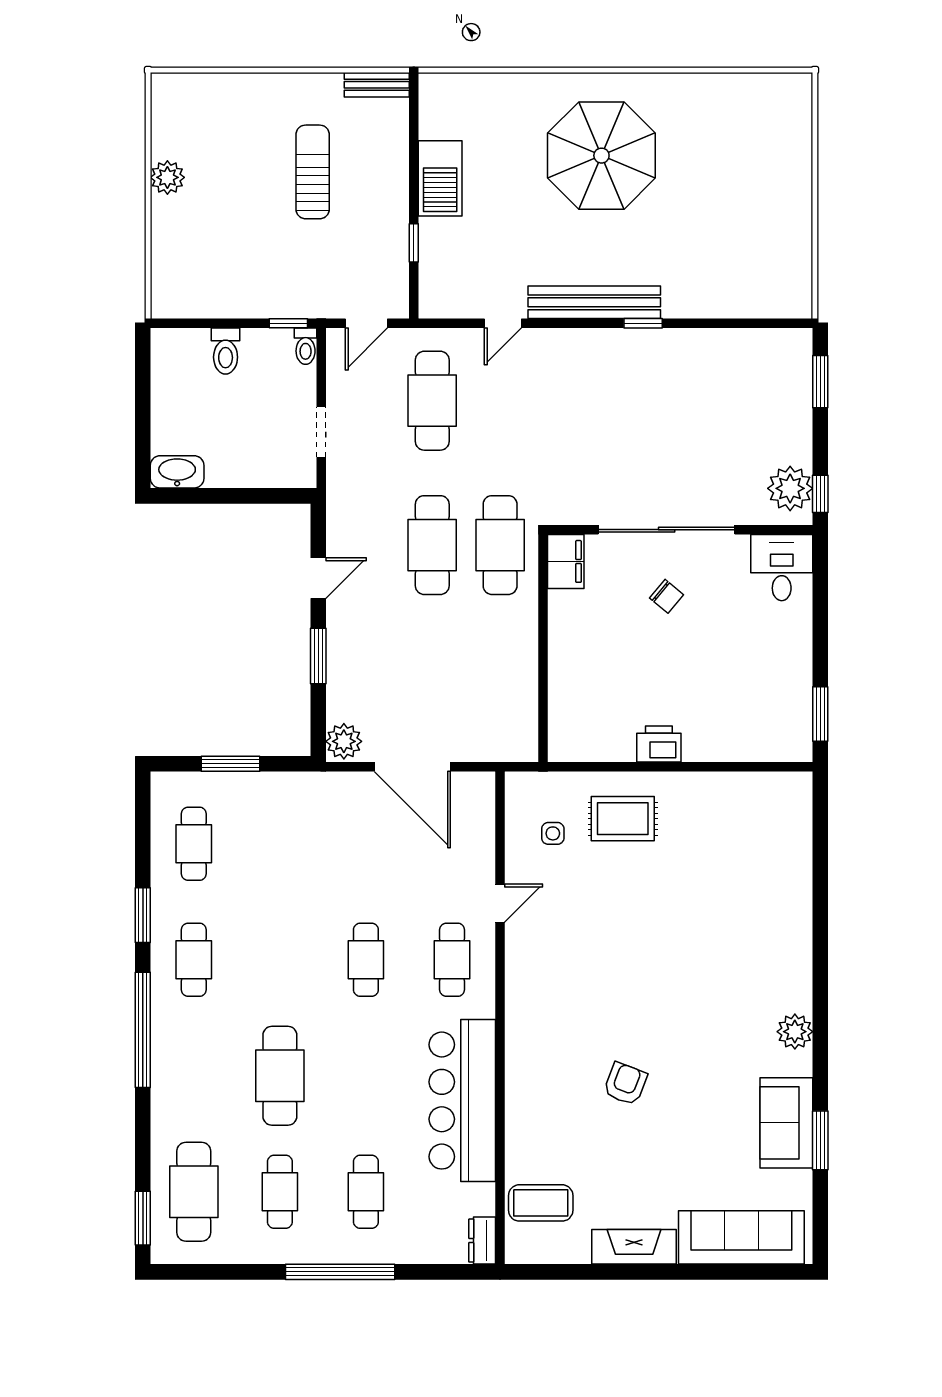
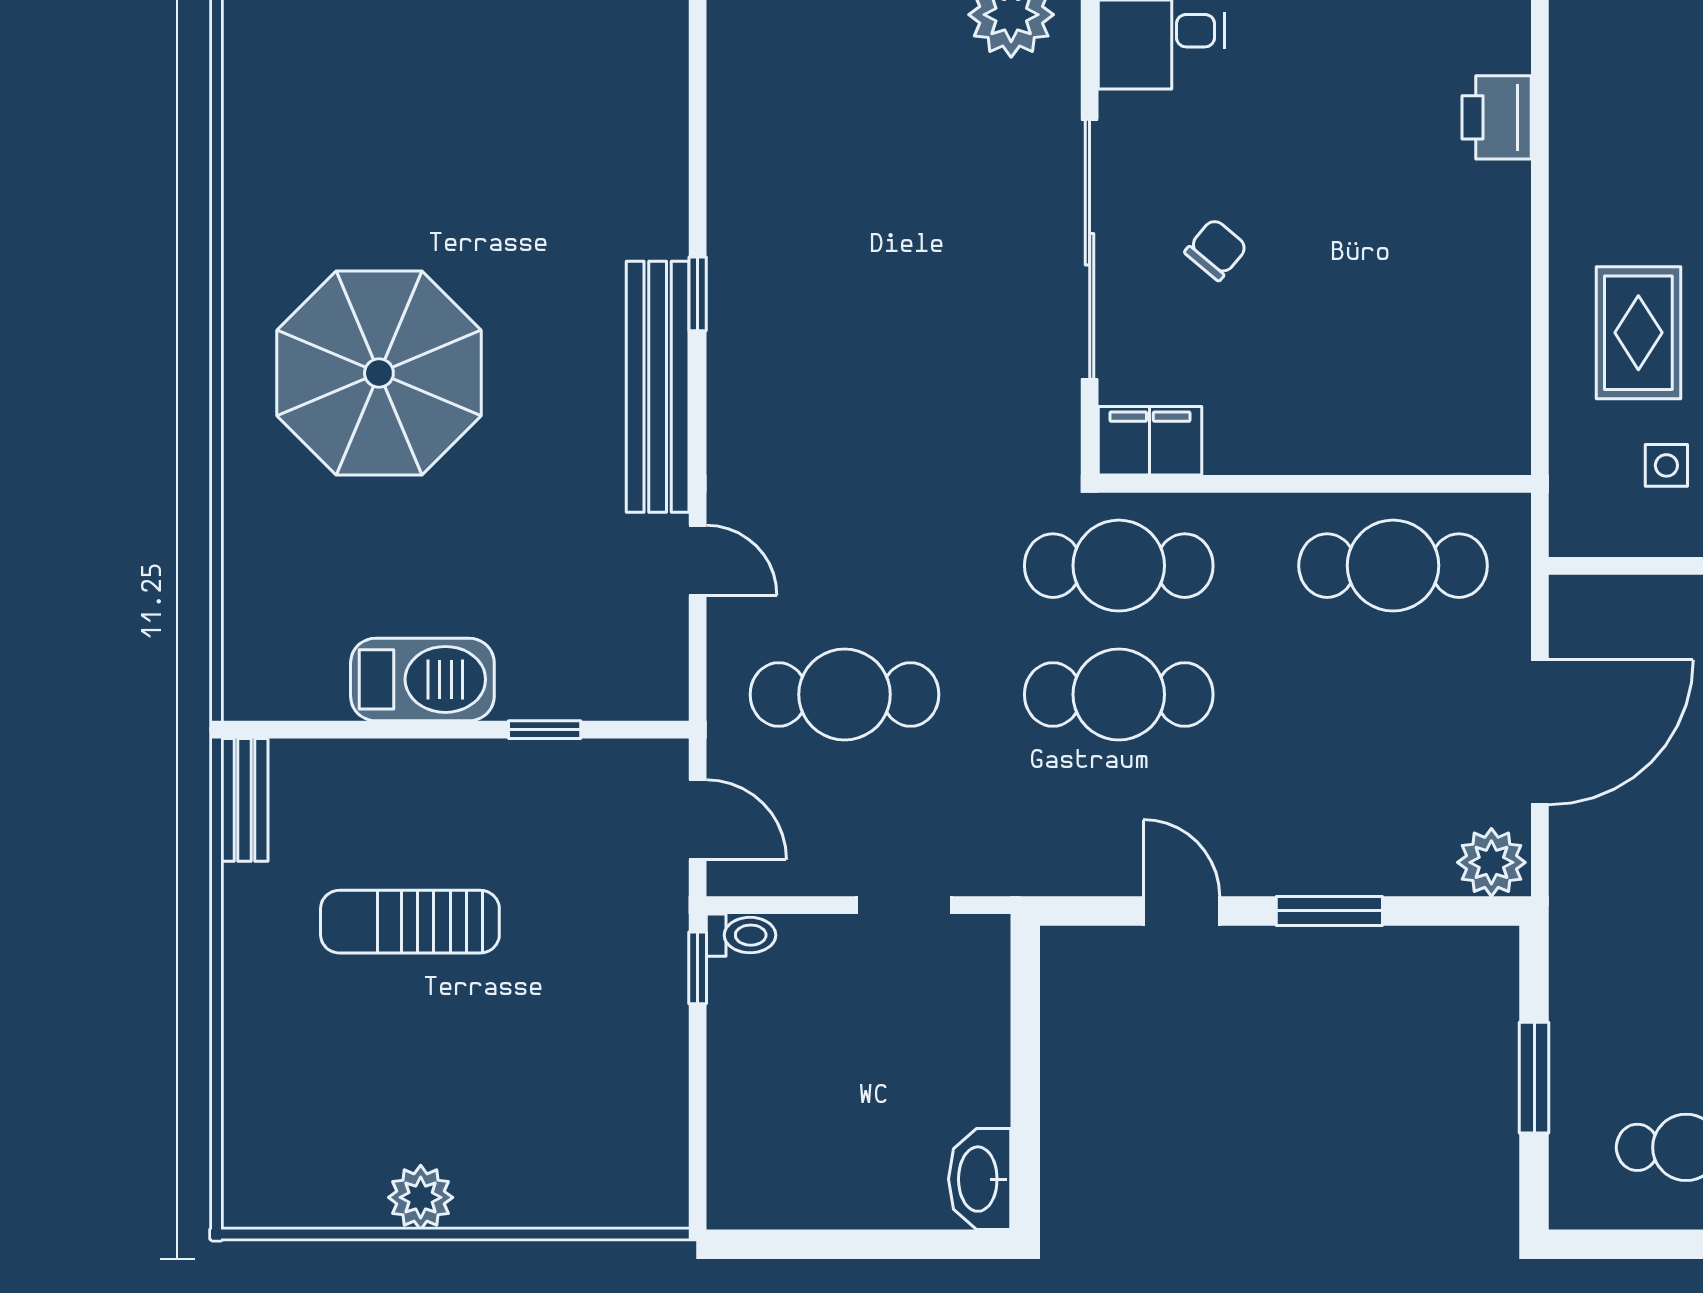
toilet: (226, 351) -> (750, 1087), removed
cafe table: (500, 689) -> (1393, 566), added
printer: (659, 744) -> (1497, 117), moved

